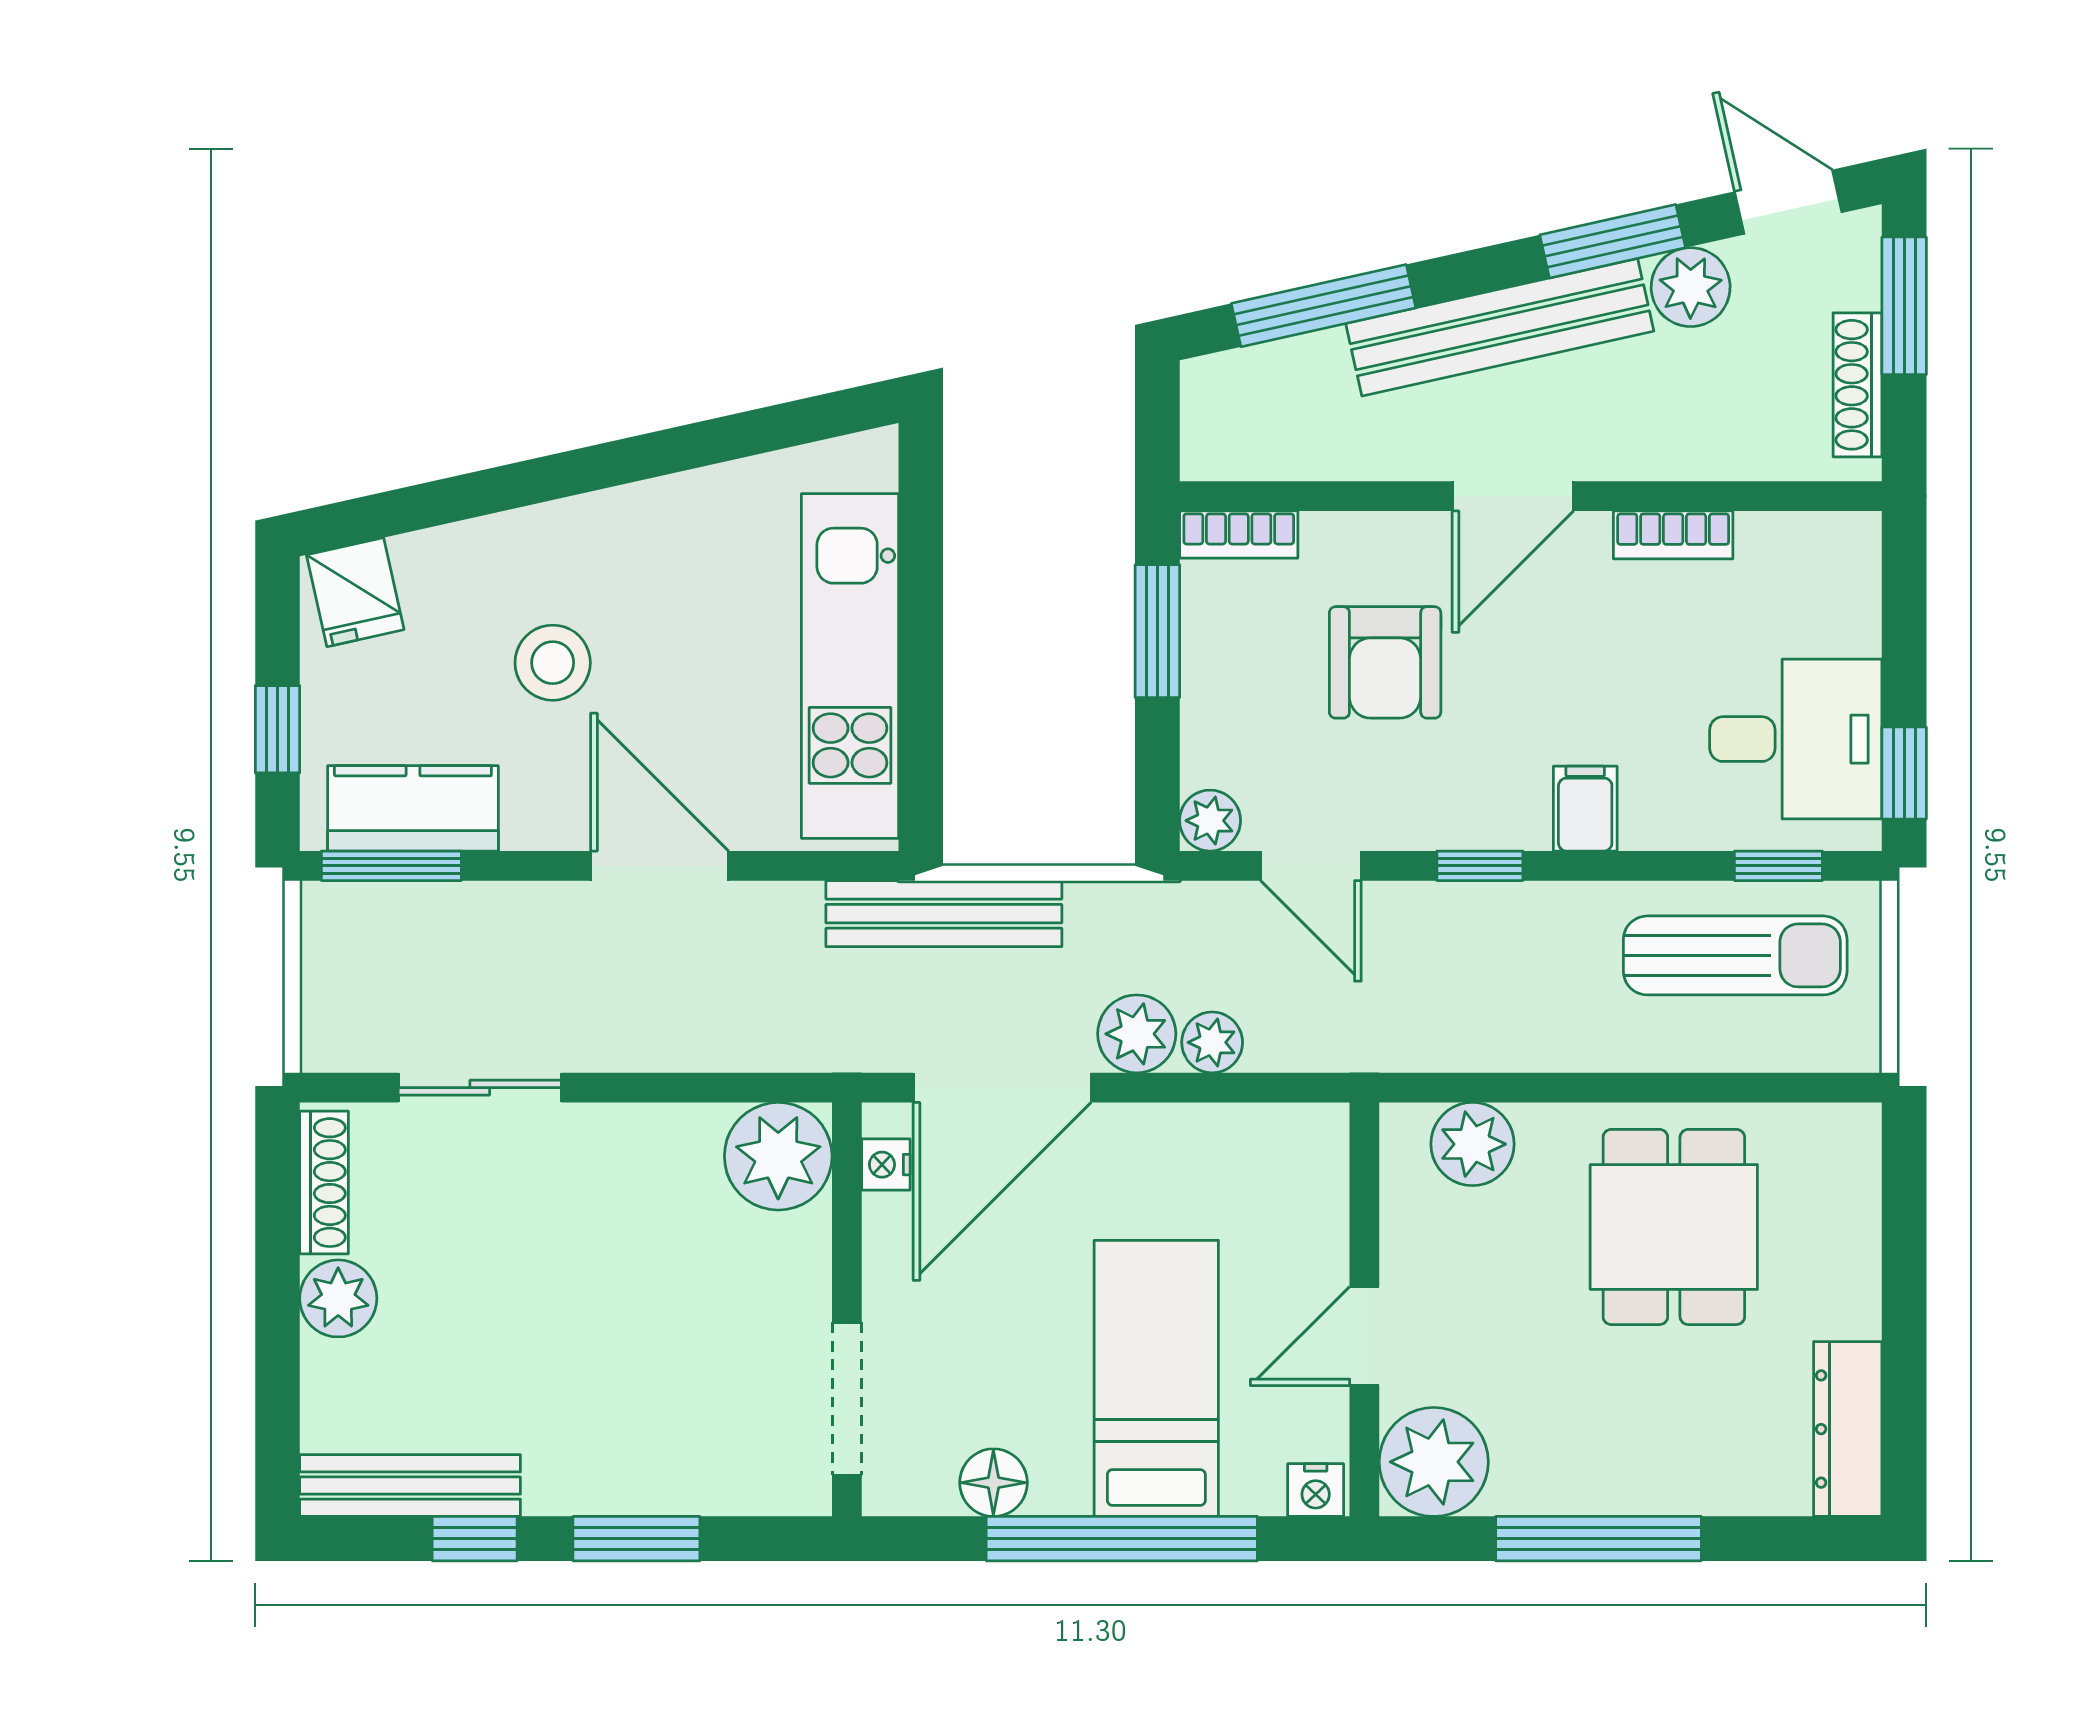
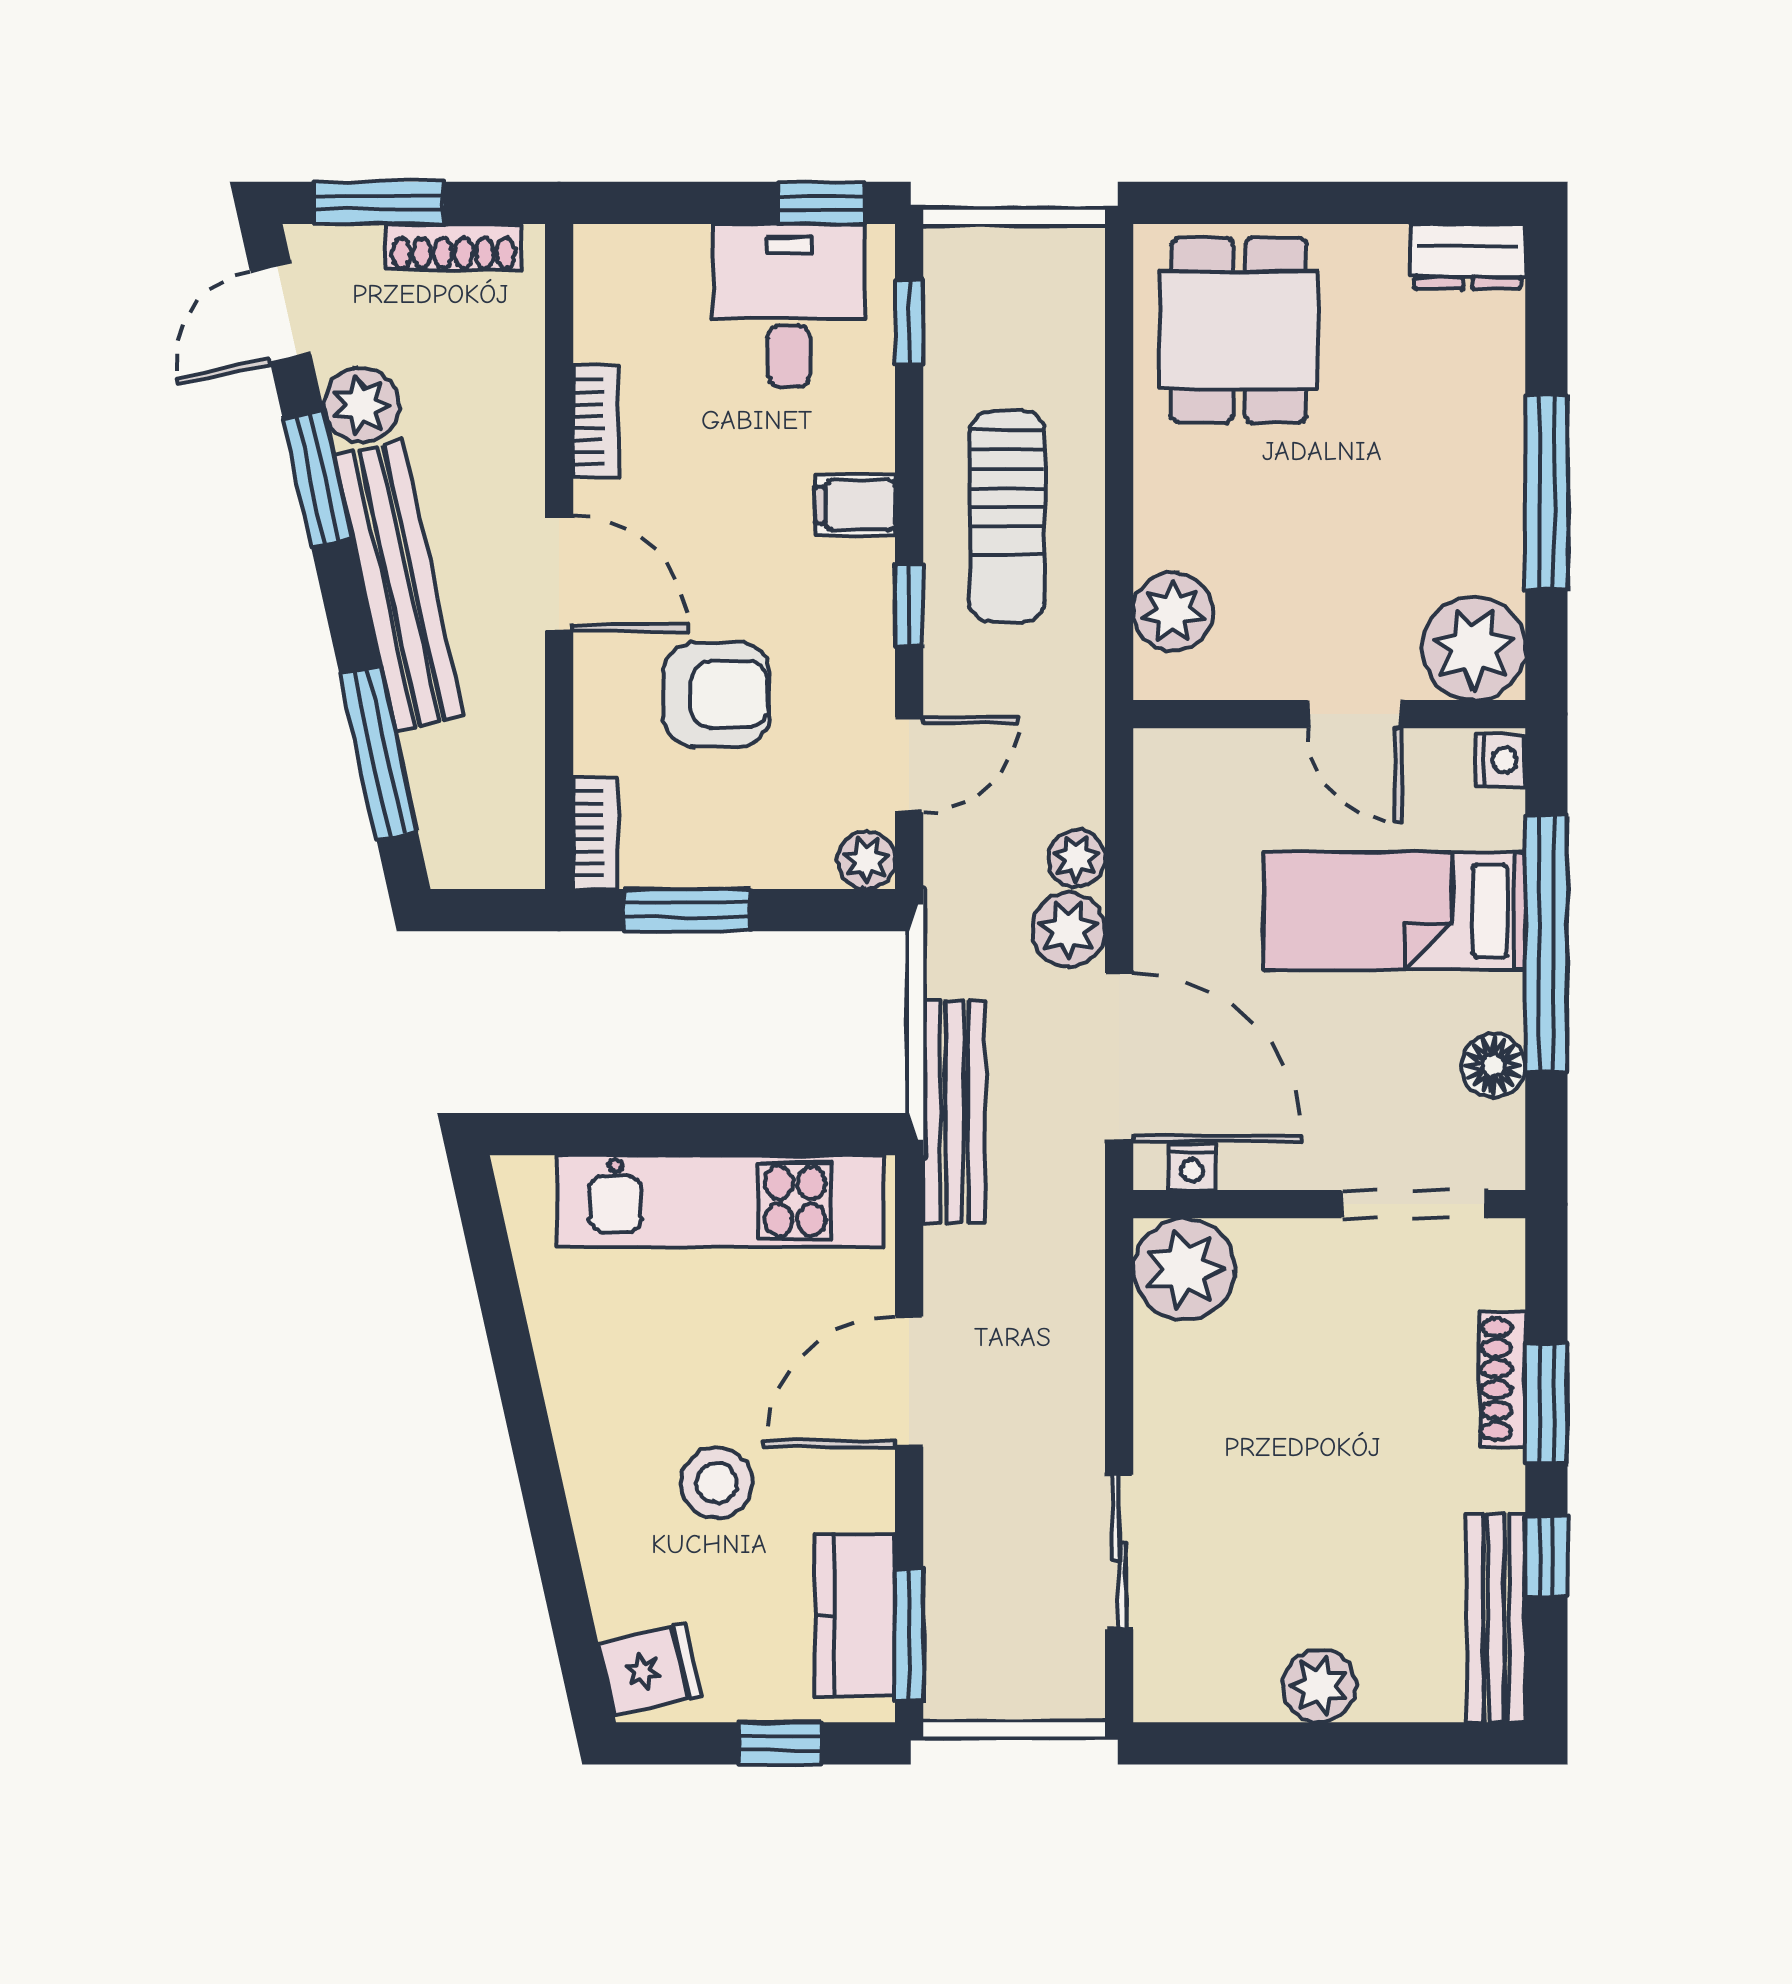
sun lounger: (1735, 955) -> (1007, 517), moved, turned 180
shoe rack: (324, 1183) -> (1502, 1379), moved, turned -90
dining table: (1674, 1227) -> (1239, 330), moved, turned 90
dresser: (1848, 1429) -> (1468, 256), width x0.70

